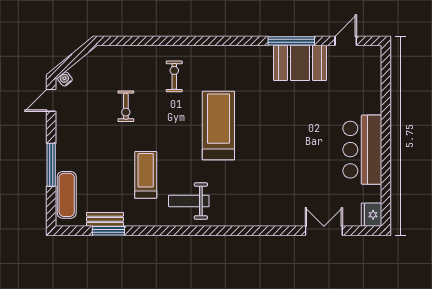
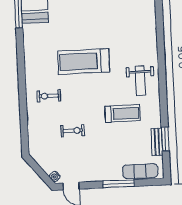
treadmill: (146, 175) -> (123, 113), turned 180

